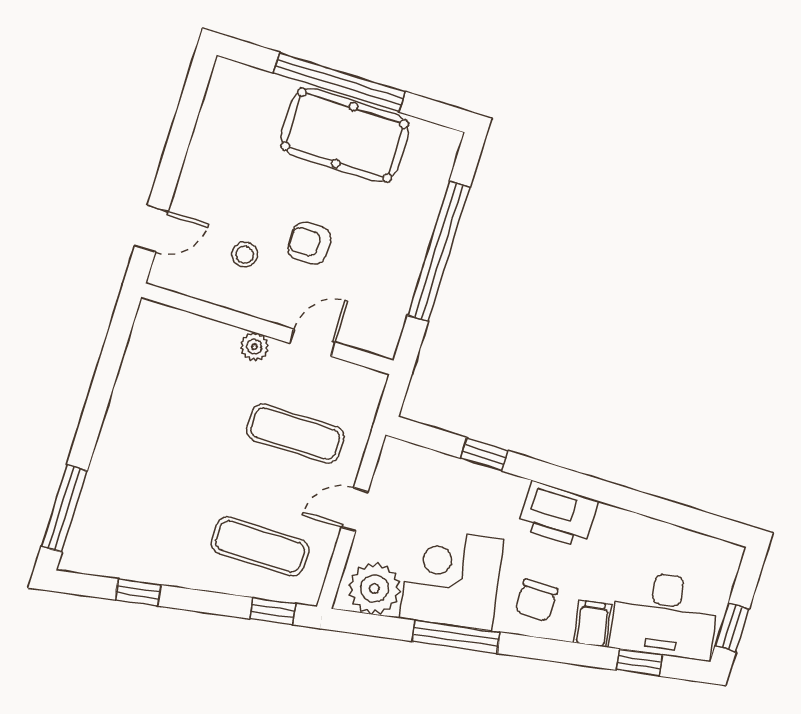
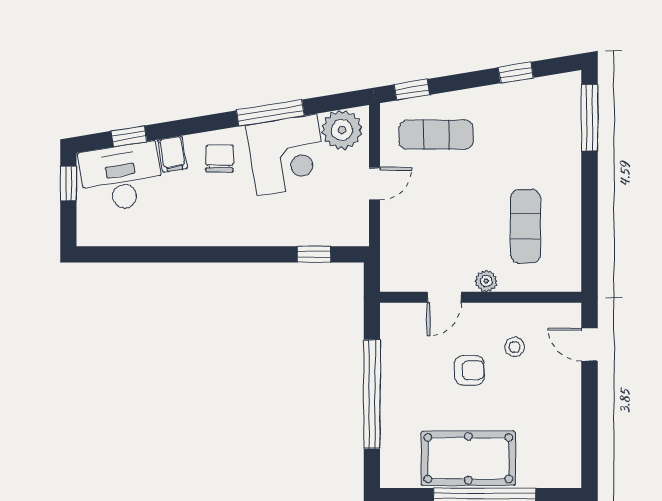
door: (151, 229) -> (590, 345), hinge flipped
exercise mat: (295, 434) -> (525, 226), moved, turned 90
window: (484, 454) -> (314, 254), moved
printer: (558, 514) -> (223, 227), removed

